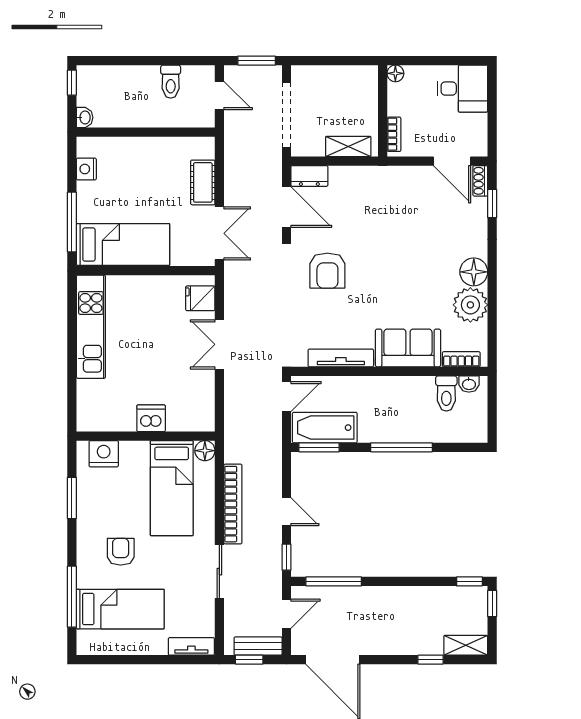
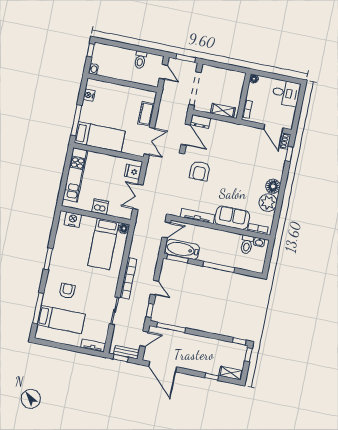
dishwasher: (151, 418) -> (100, 207), moved
wall: (146, 436) -> (96, 215), moved
floor lamp: (205, 451) -> (124, 228), moved
nightstand: (104, 454) -> (73, 220), moved
bed: (172, 488) -> (103, 244), moved

